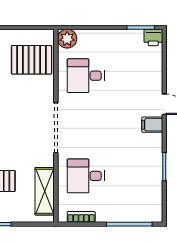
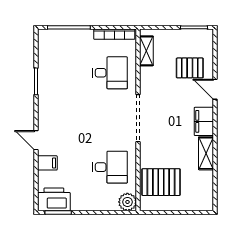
printer: (153, 37) -> (54, 199), width x1.87, depth x1.48
filing cabinet: (152, 125) -> (47, 163), moved
shelving: (45, 191) -> (146, 51), width x0.67, depth x0.75
bookcase: (81, 217) -> (114, 34), width x1.56

